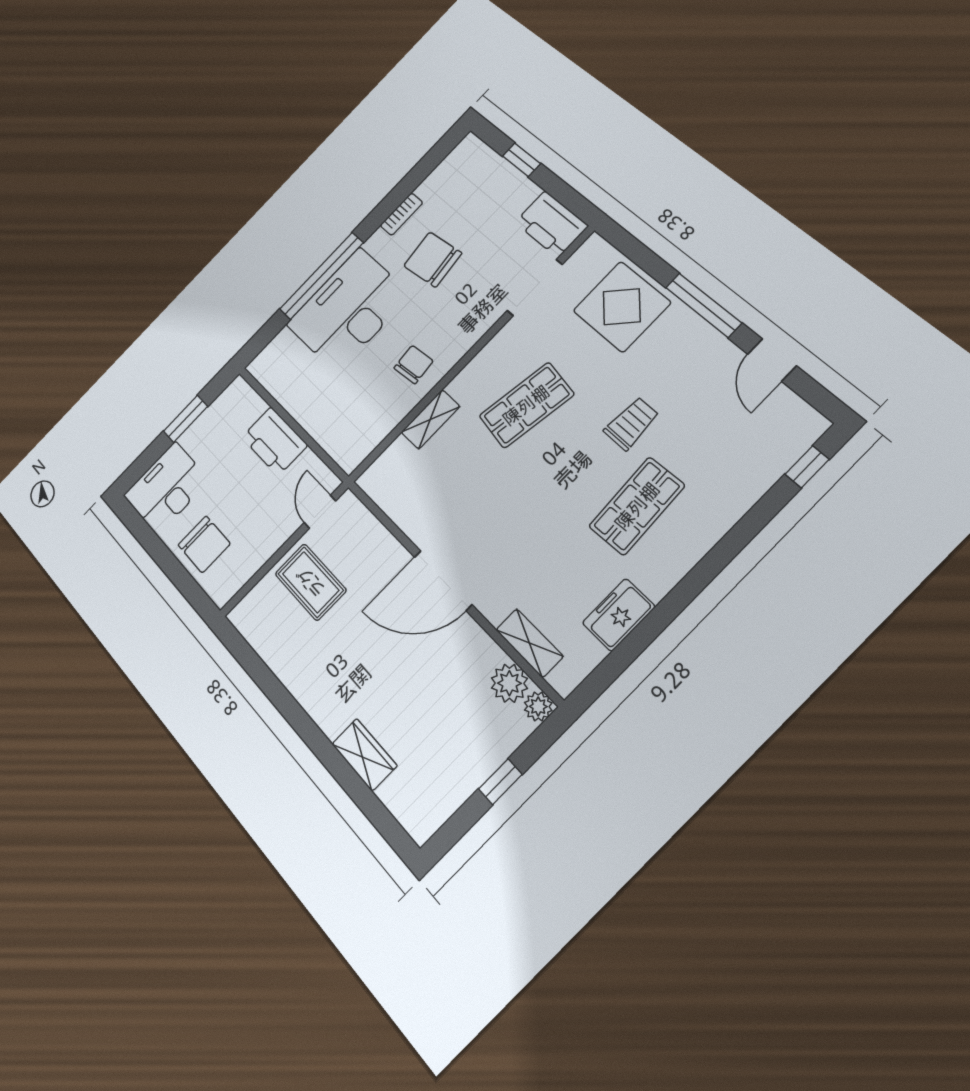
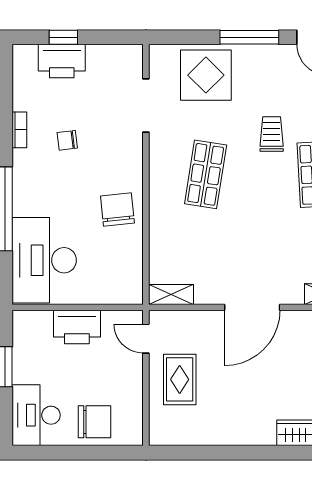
printer: (551, 224) -> (62, 61), moved
chair: (433, 259) -> (67, 140), width x0.54, depth x0.54
desk: (348, 310) -> (44, 260), moved
chair: (414, 364) -> (117, 210), width x1.37, depth x1.37
shelving: (430, 419) -> (171, 295), moved, turned 90
rug: (311, 582) -> (180, 379), turned 90

